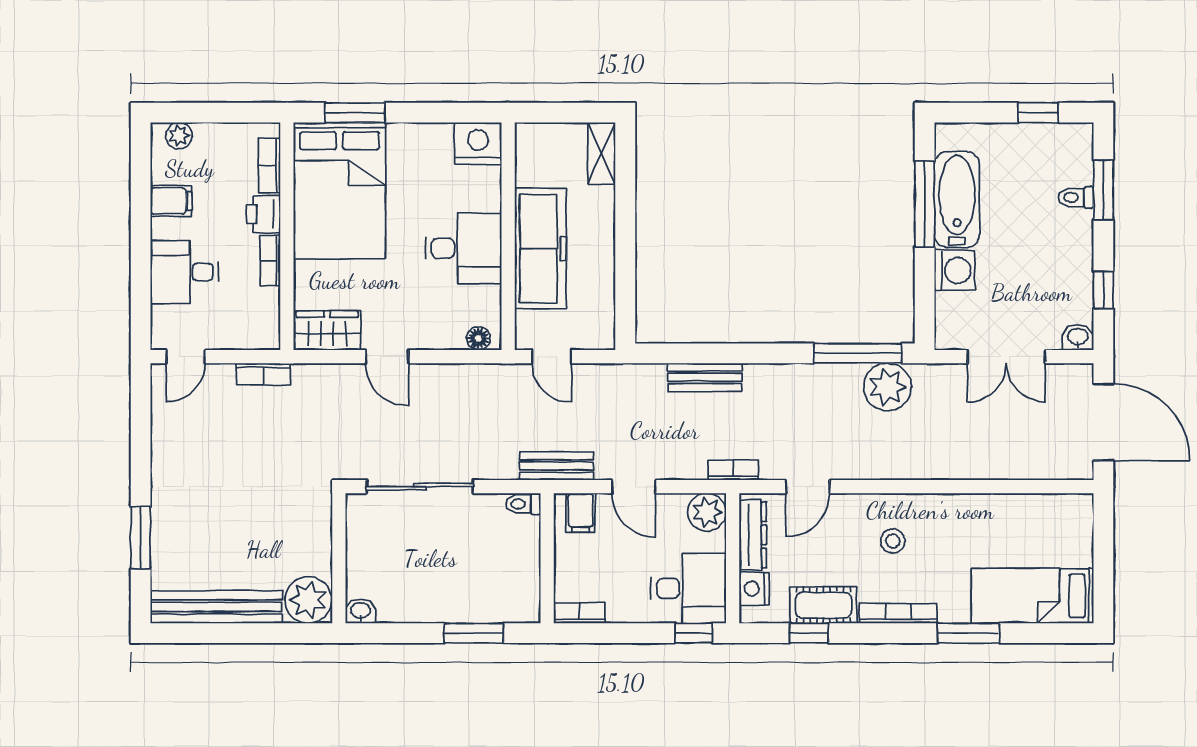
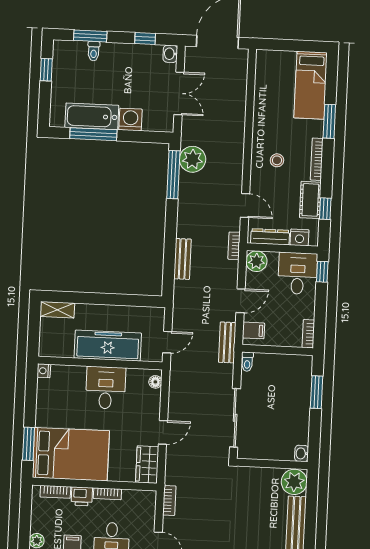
nightstand: (478, 143) -> (44, 371), width x0.53, depth x0.56

